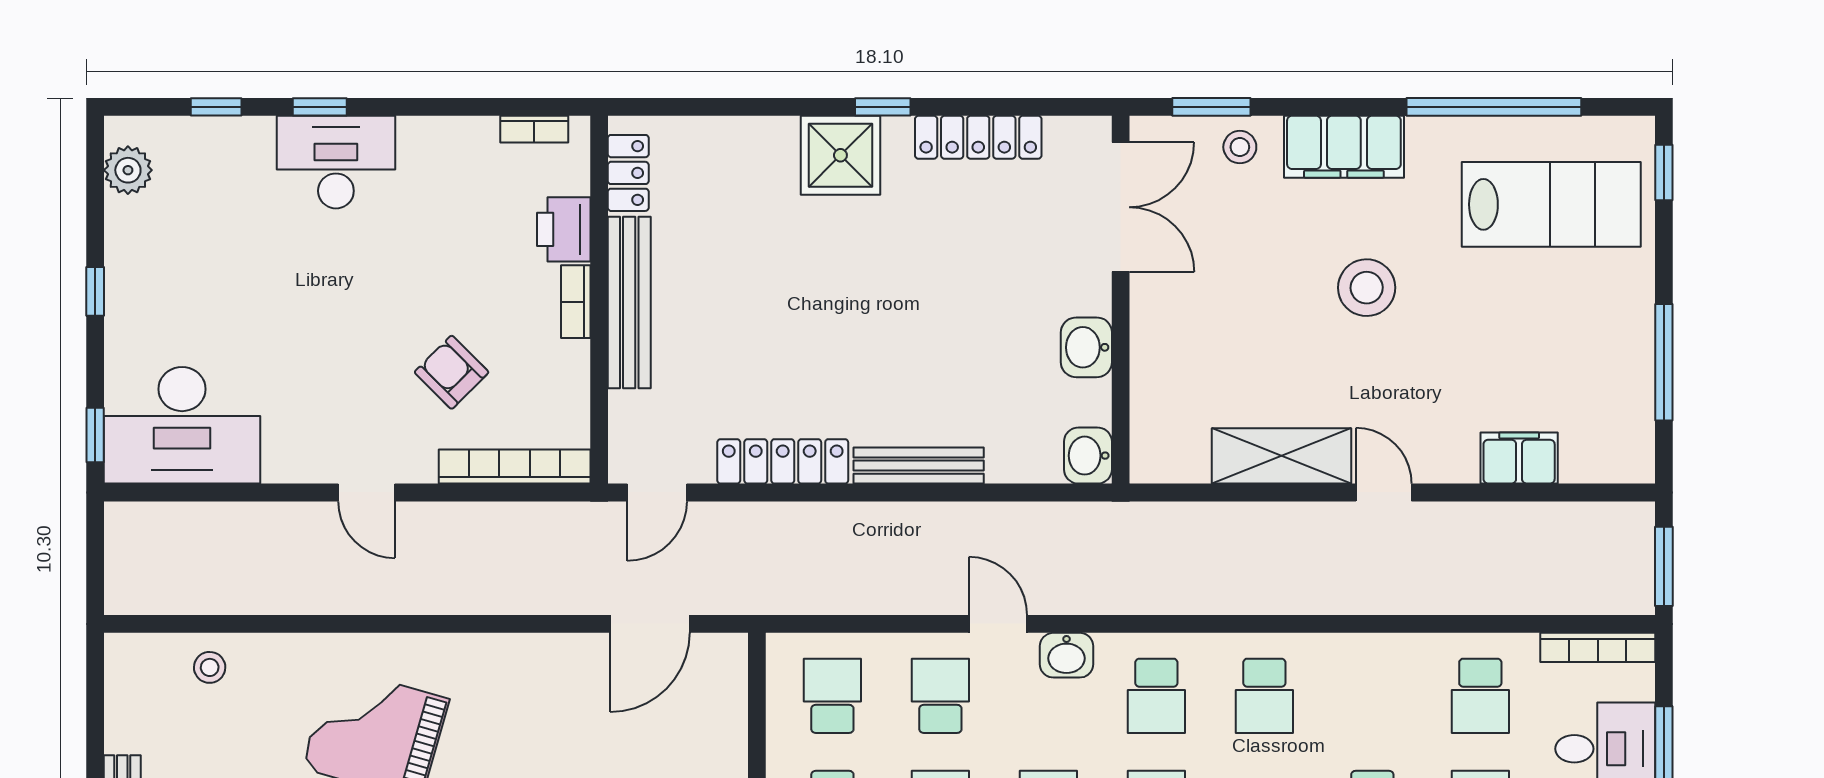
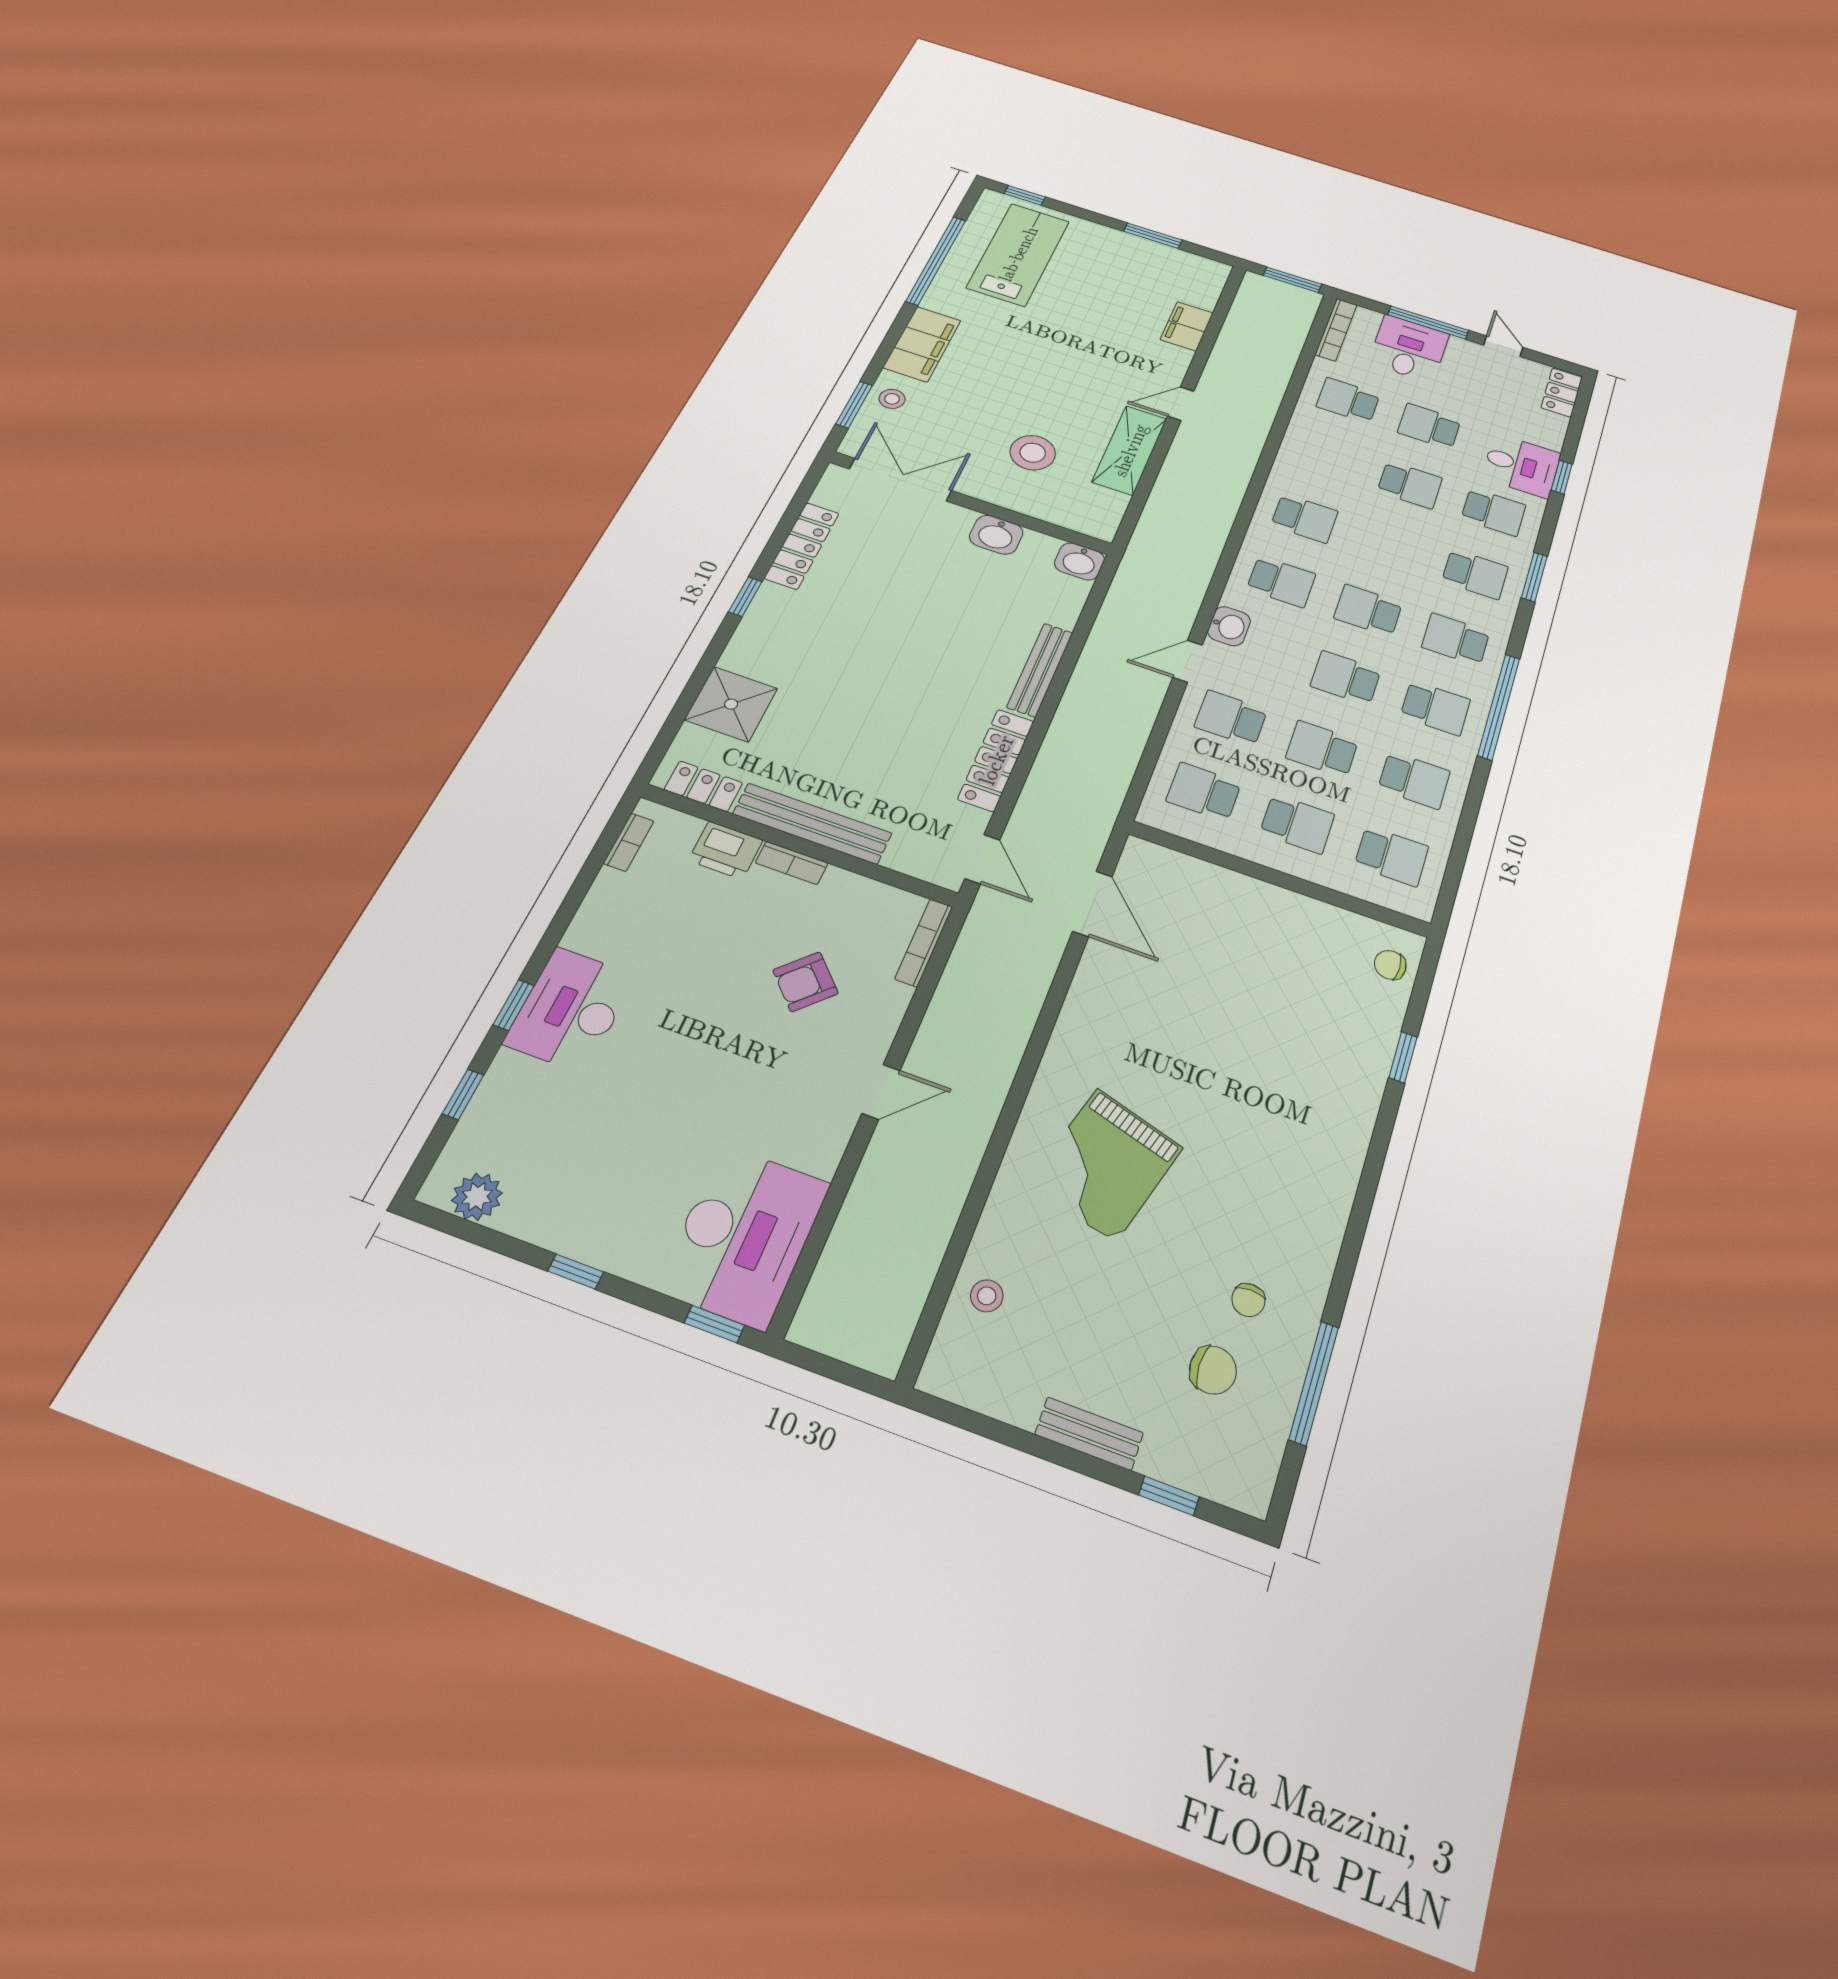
shower: (840, 155) -> (731, 704), moved
stool: (1367, 288) -> (1033, 453), moved
window: (1664, 362) -> (1153, 236), width x0.69
bookcase: (515, 467) -> (924, 943), width x0.68, depth x0.76
school desk: (1480, 696) -> (1348, 400), turned 180

